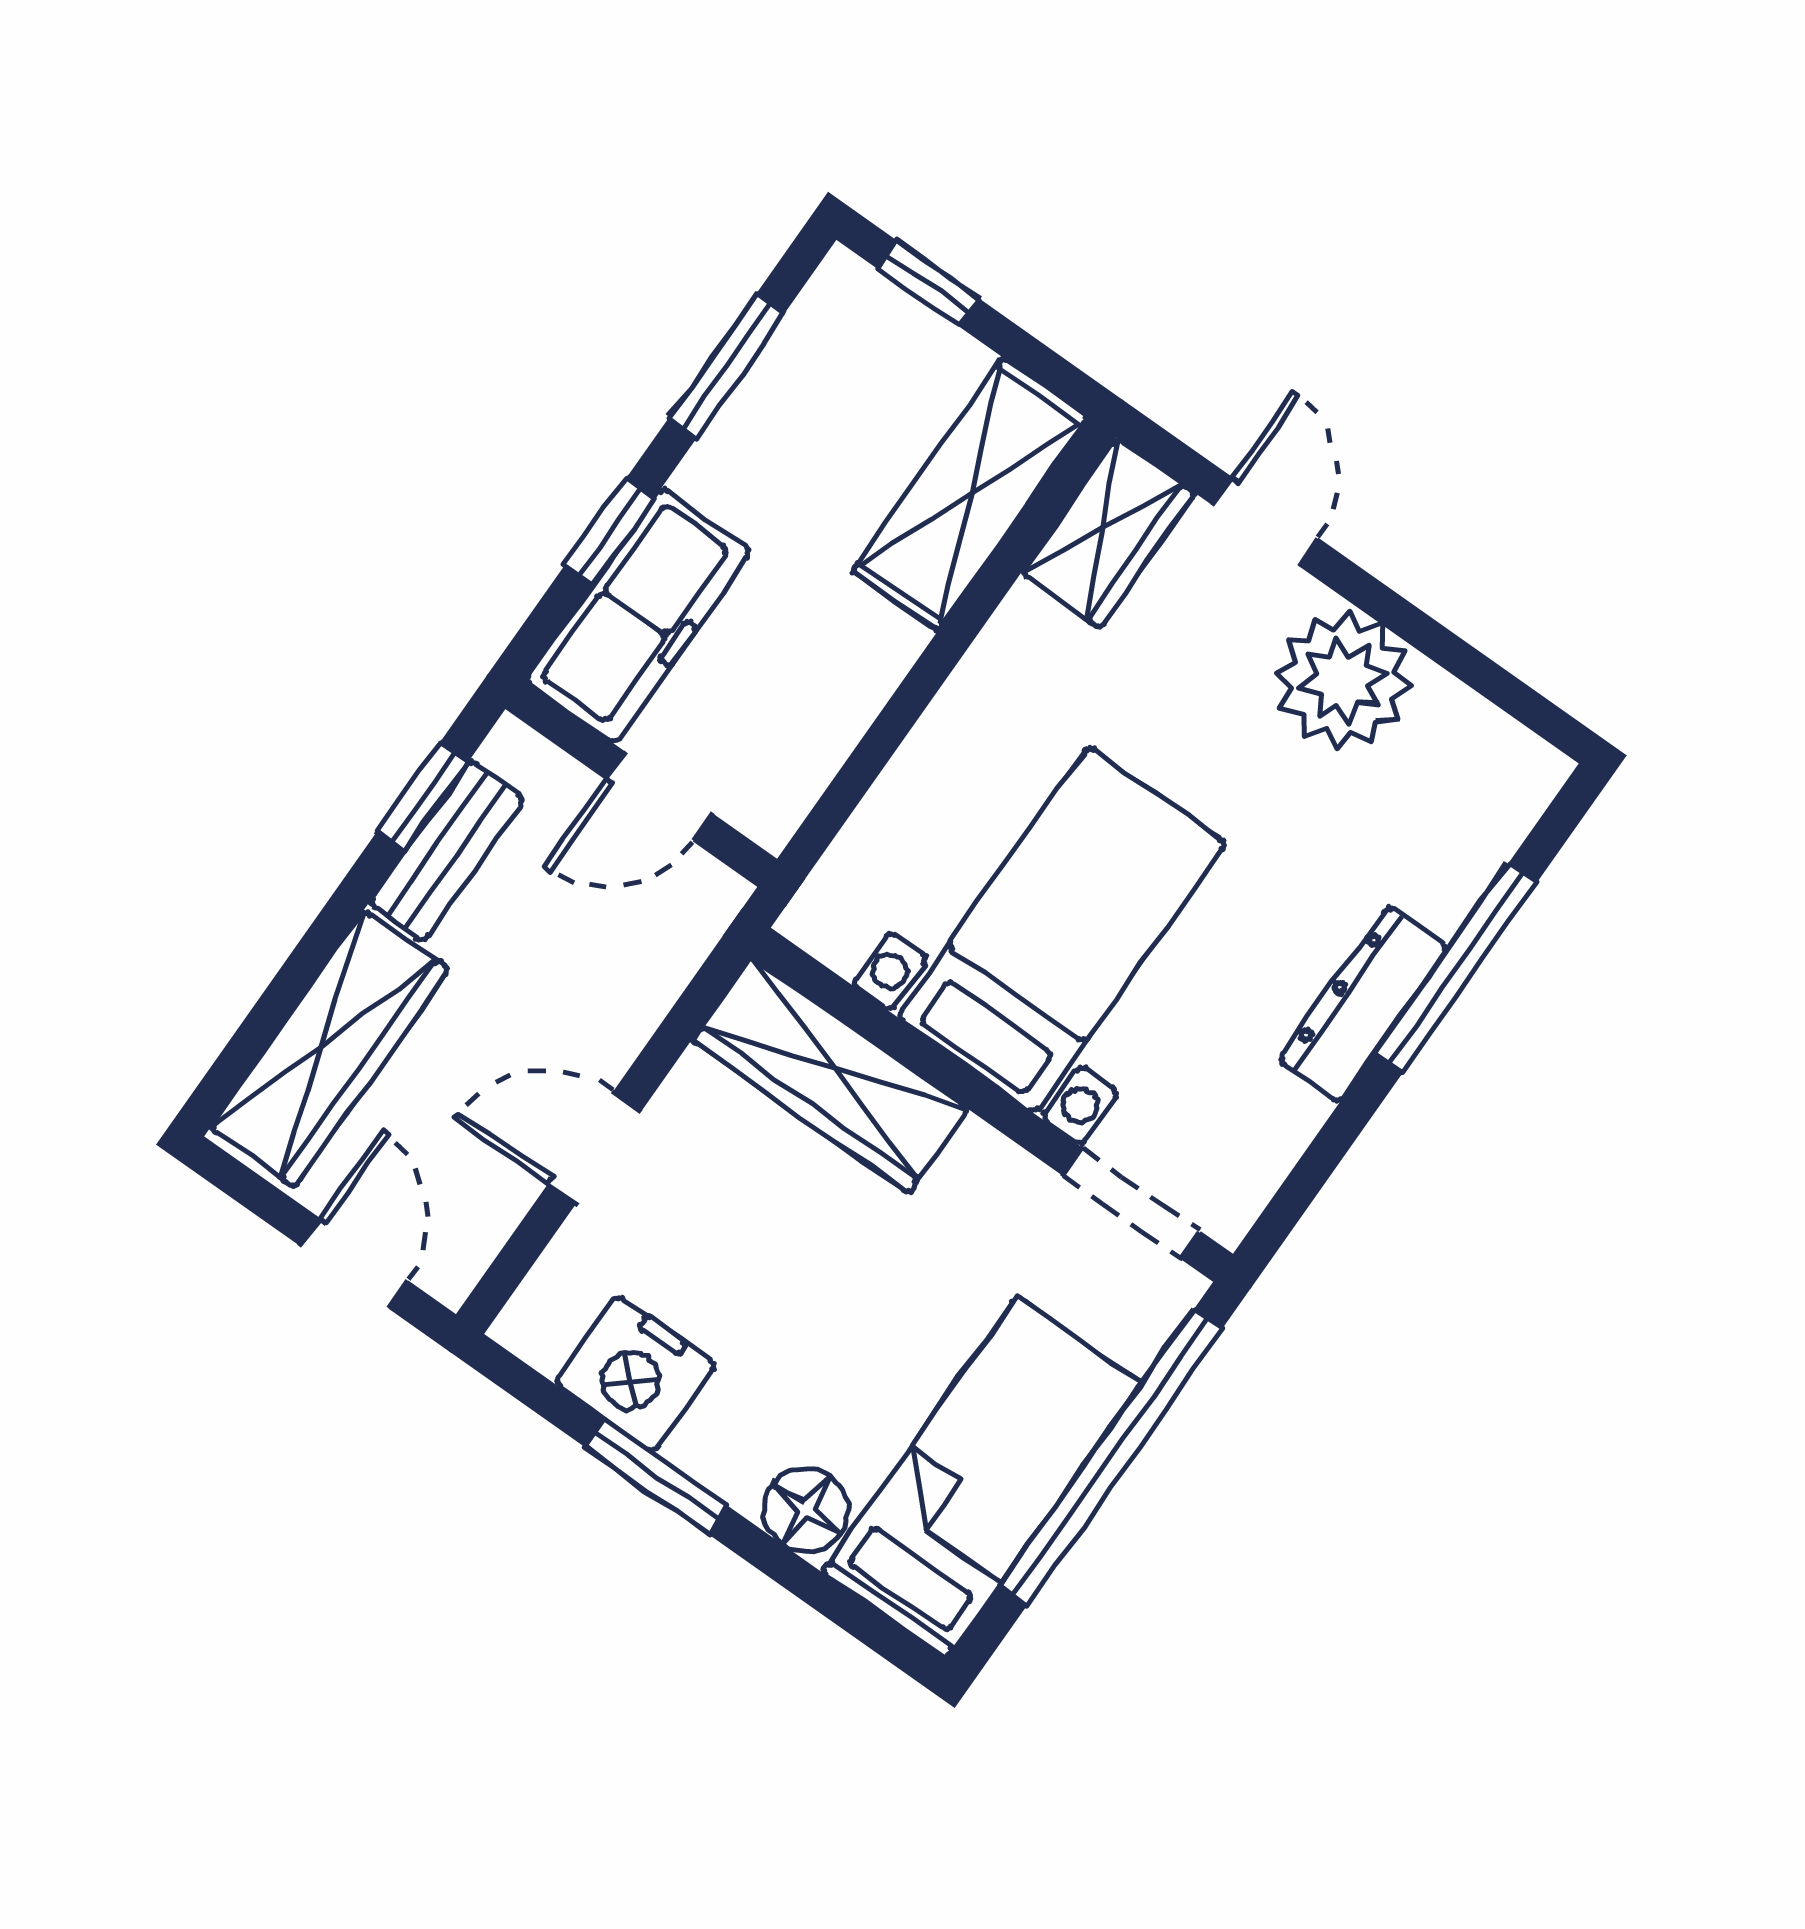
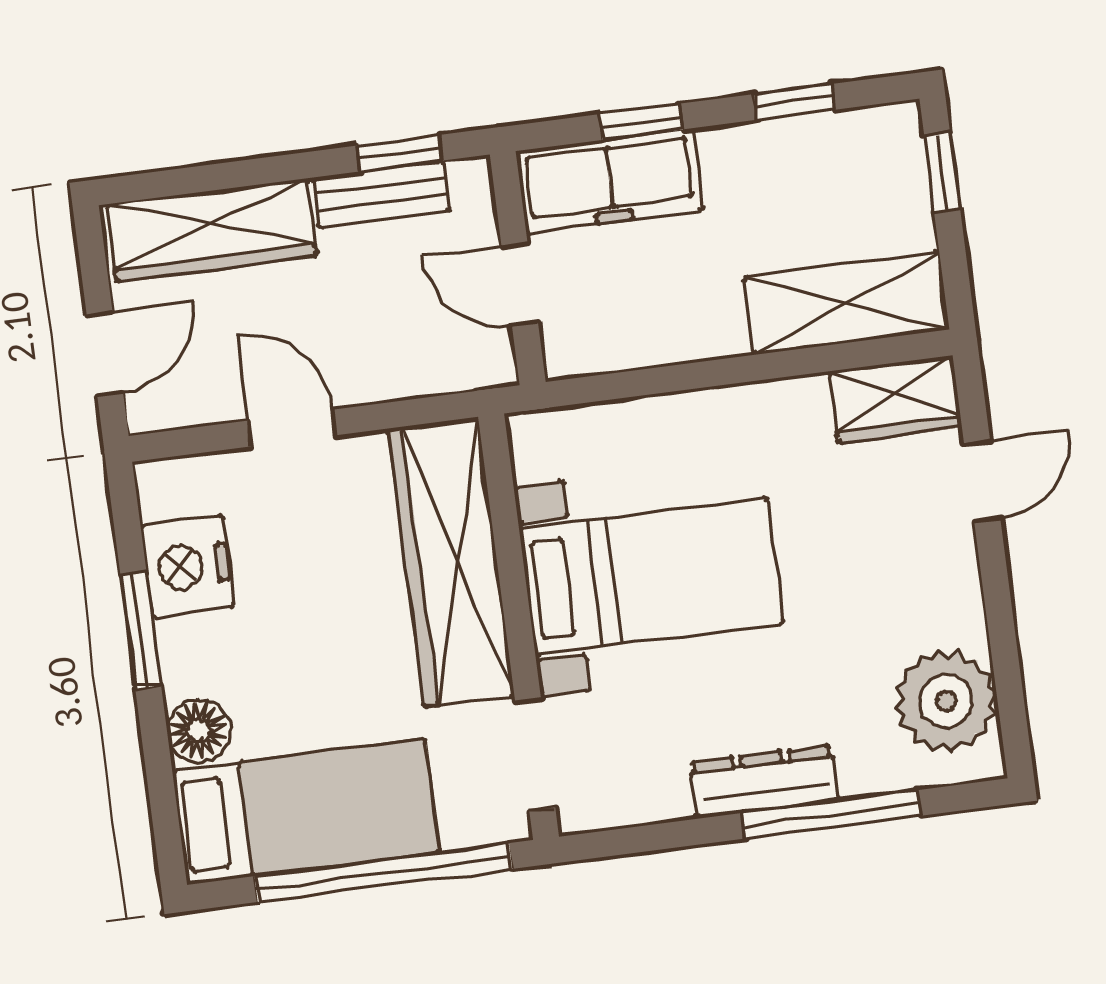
window: (727, 365) -> (794, 102), width x0.67
plant: (1343, 680) -> (946, 701), moved
wardrobe: (830, 1075) -> (451, 562), width x1.40, depth x1.17

